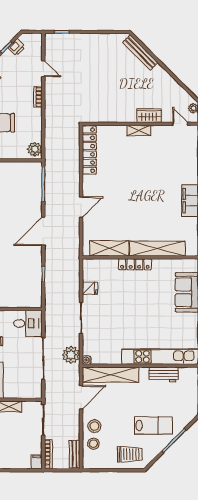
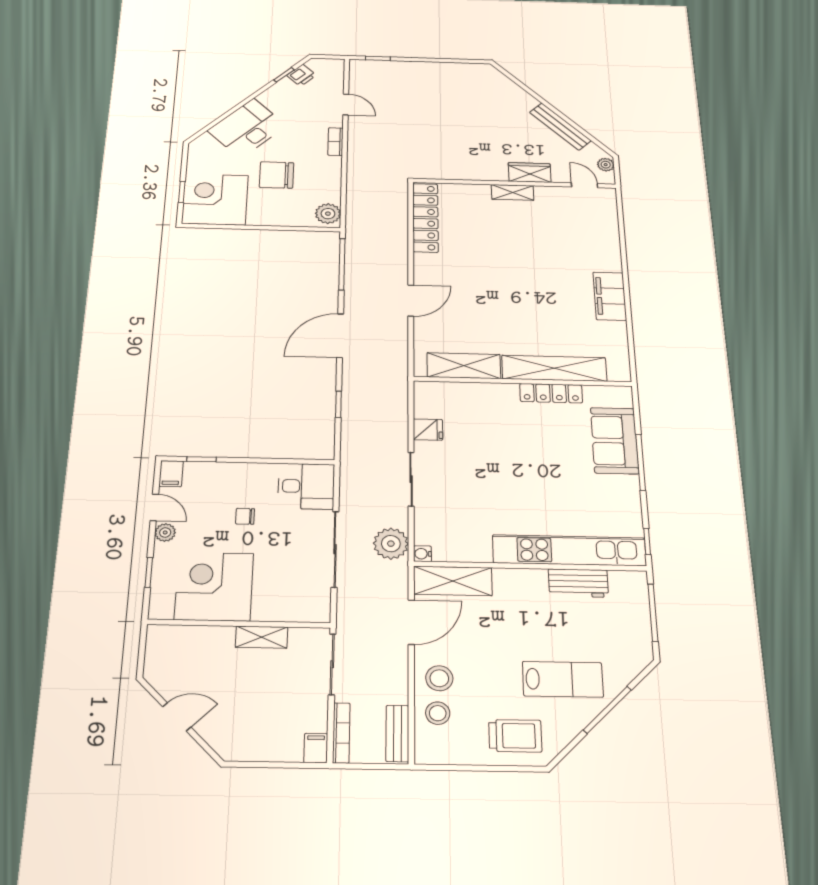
bench: (140, 52) -> (560, 126), moved
locker: (135, 264) -> (551, 393), moved
shelving: (111, 375) -> (453, 581), width x0.68

